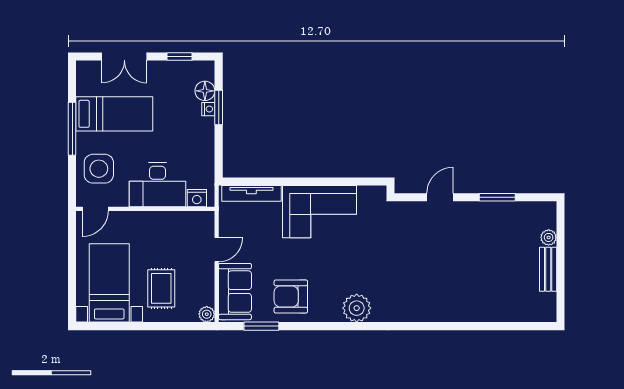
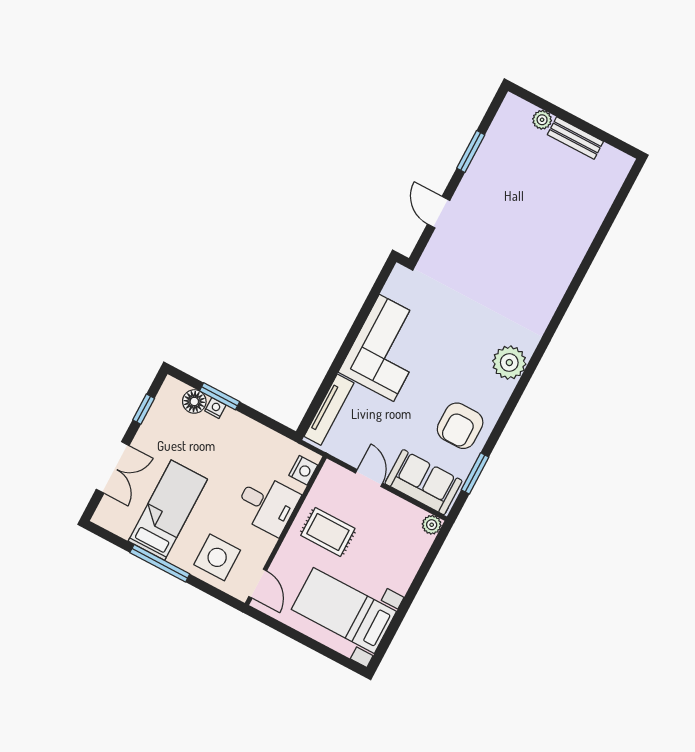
desk: (157, 185) -> (267, 504), width x0.73
rug: (161, 288) -> (328, 532), moved

